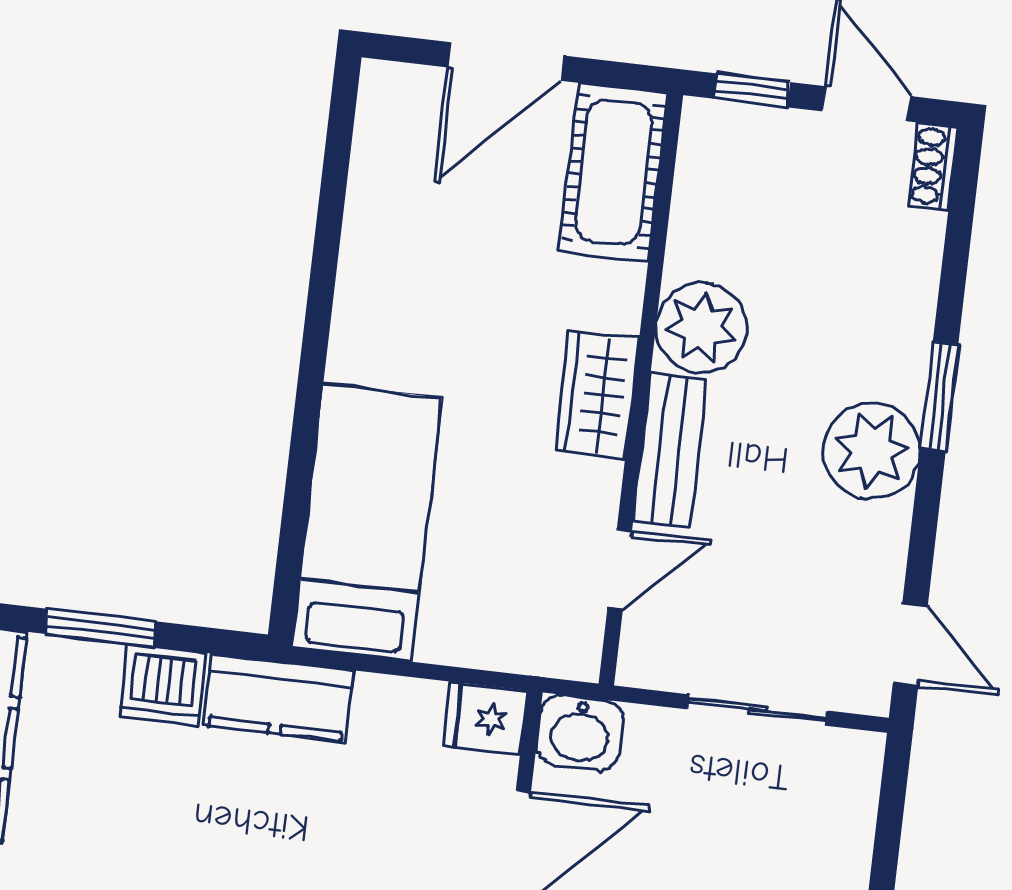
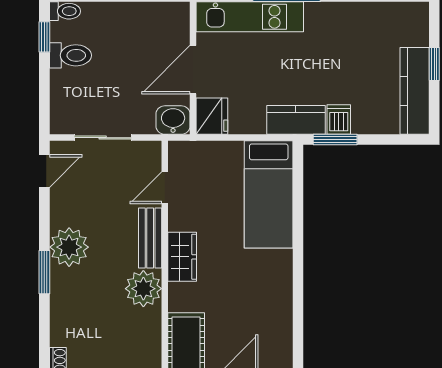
window: (101, 628) -> (335, 140), moved
door: (910, 645) -> (44, 171), swing flipped
dishwasher: (163, 685) -> (339, 120), width x0.73
fridge: (485, 718) -> (212, 116), width x1.38

